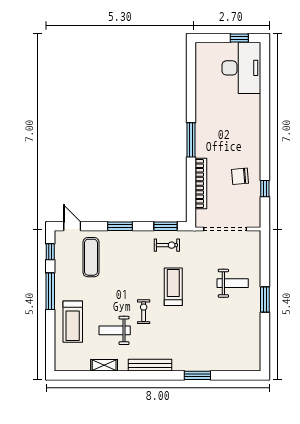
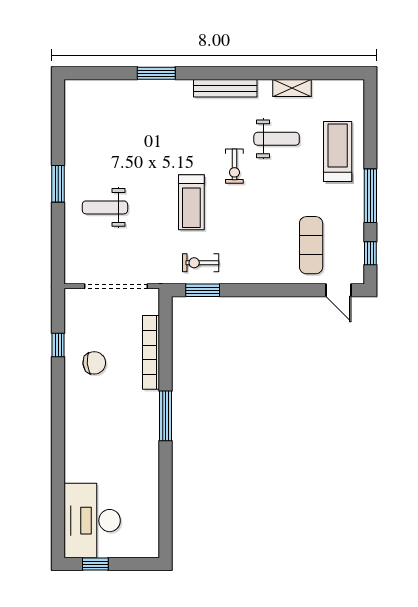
window: (120, 226) -> (269, 290), removed

